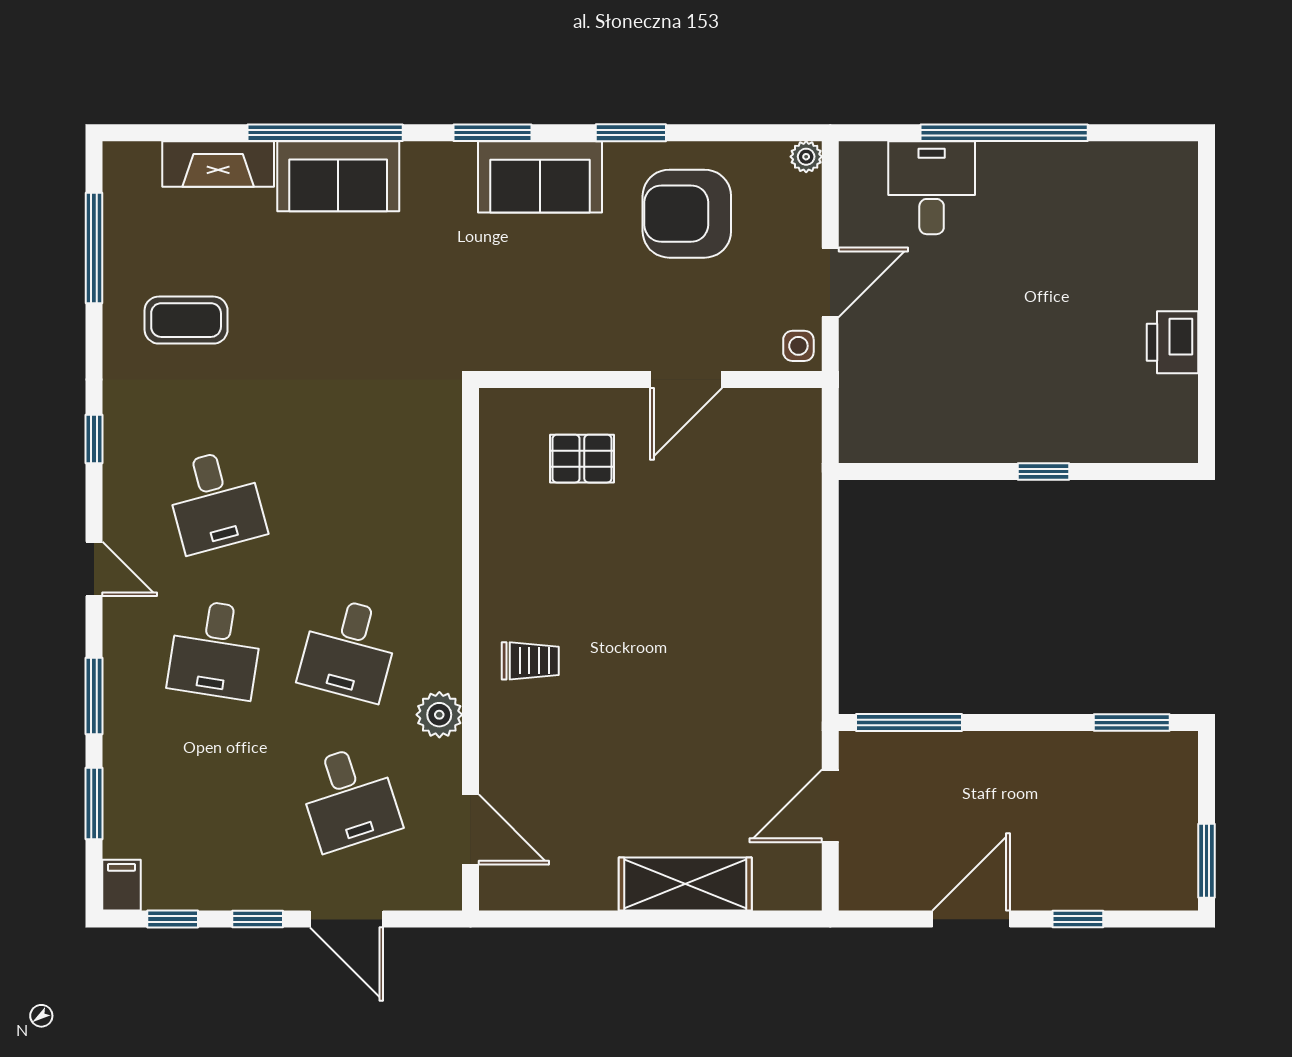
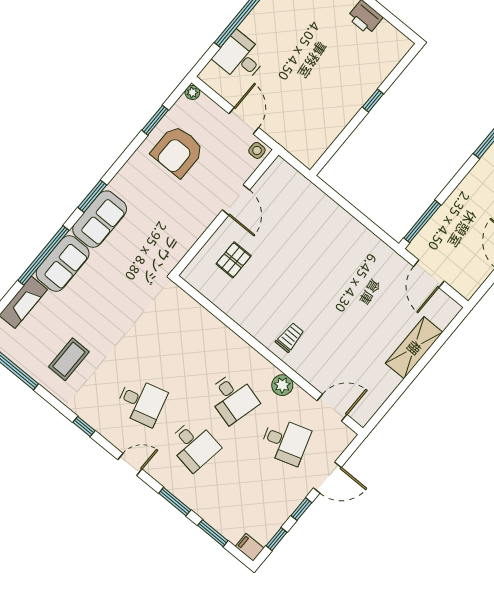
window: (631, 133) -> (155, 120), moved
sofa: (540, 177) -> (100, 219), moved

